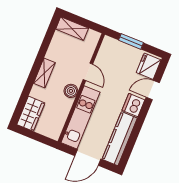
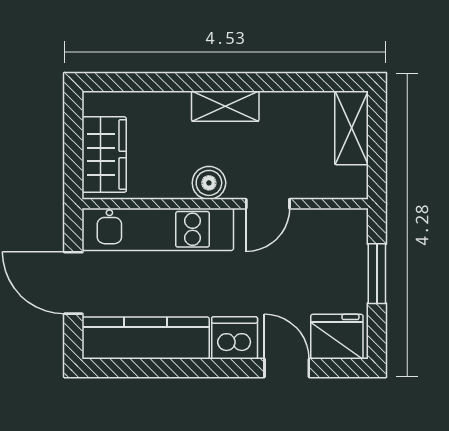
wardrobe: (31, 114) -> (104, 155), moved, turned -90

